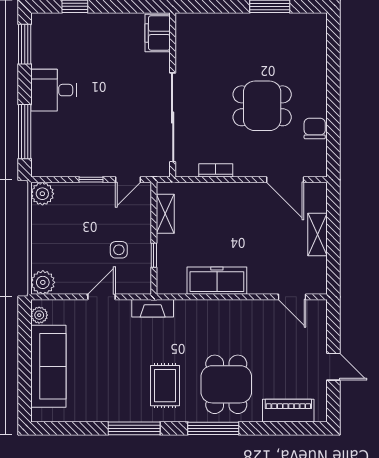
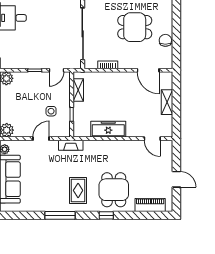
window: (213, 428) -> (106, 215), width x0.46

